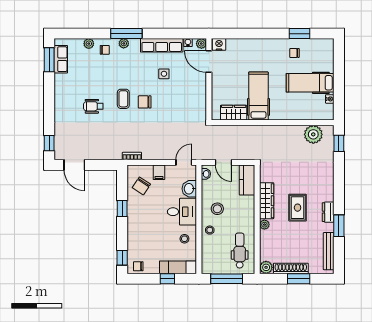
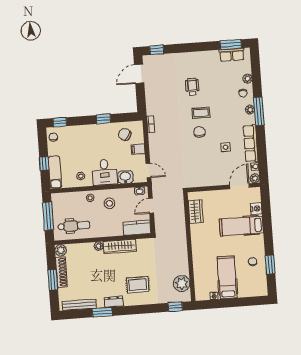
nightstand: (219, 44) -> (256, 209), moved
hospital bed: (258, 96) -> (241, 226), moved, turned 180
rug: (298, 208) -> (138, 285), moved

